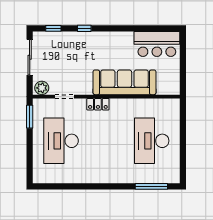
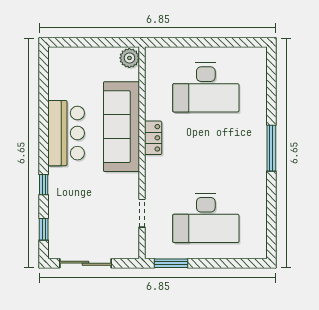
bar counter: (157, 44) -> (66, 133), moved
plant: (42, 88) -> (129, 58), moved
locker: (98, 104) -> (153, 138), moved
window: (151, 186) -> (271, 148), moved

